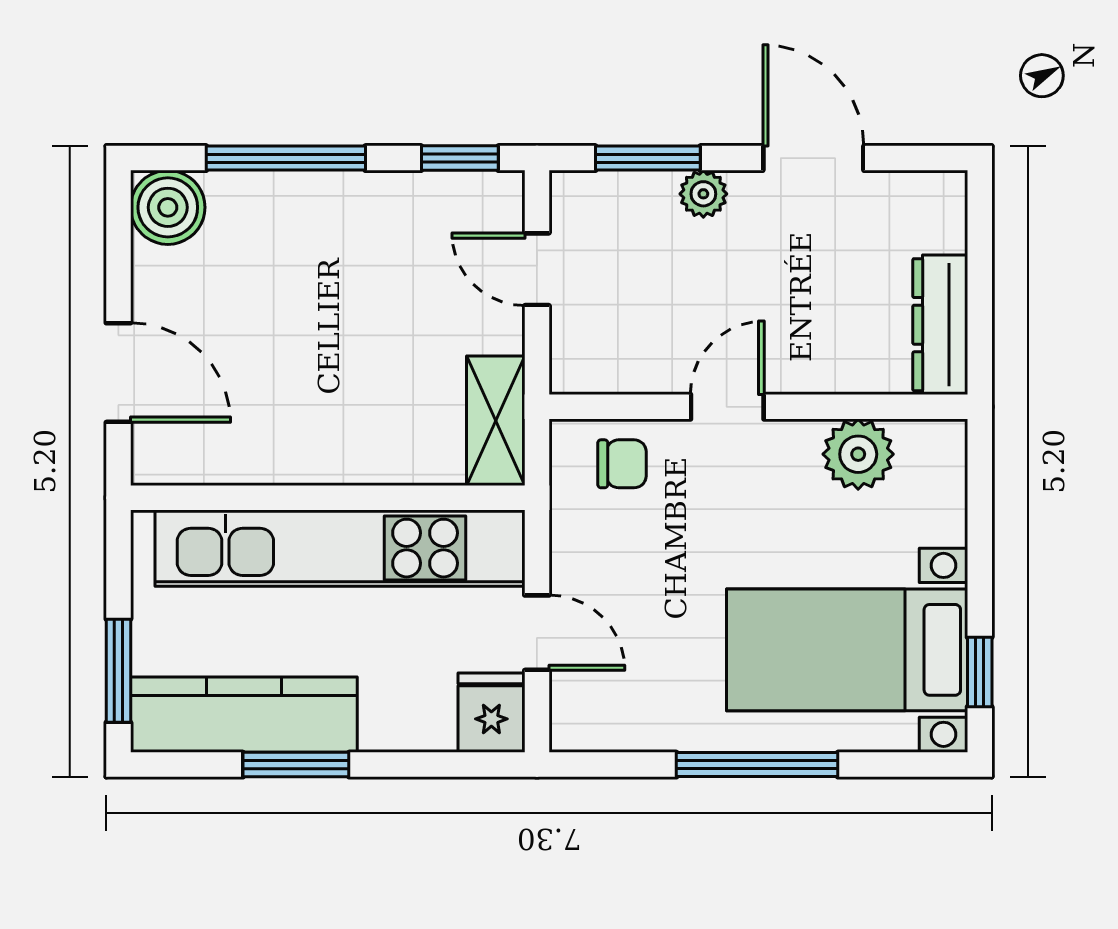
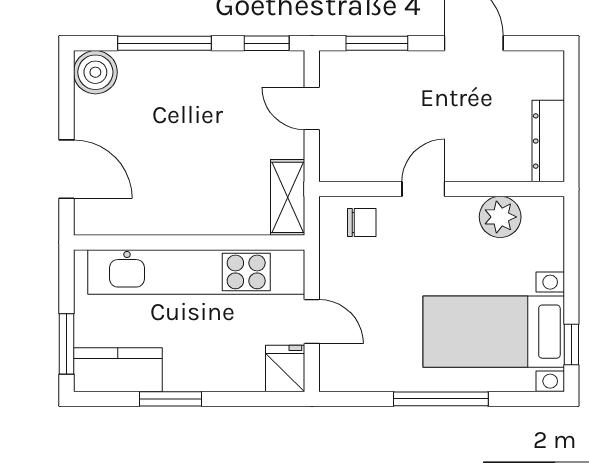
plant: (703, 194) -> (409, 64), removed
kitchen counter: (244, 715) -> (118, 370), width x0.67

